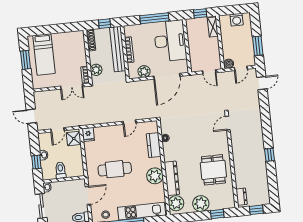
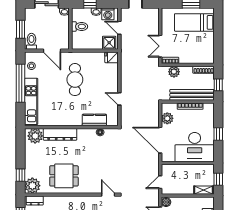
window: (154, 18) -> (218, 134), width x0.46
washing machine: (45, 143) -> (108, 14), added
plant: (155, 176) -> (64, 118), removed
plant: (201, 204) -> (32, 186), moved

